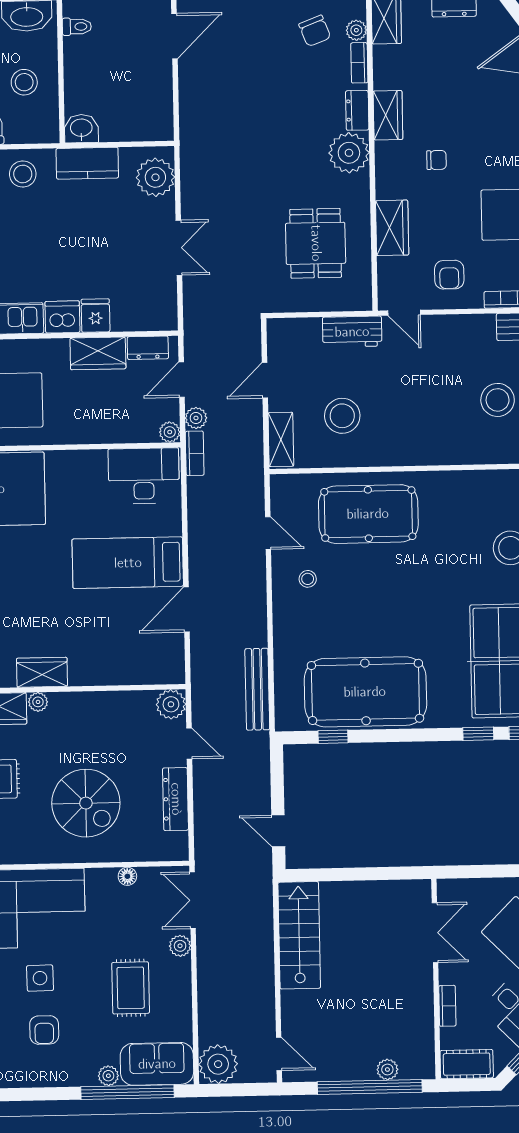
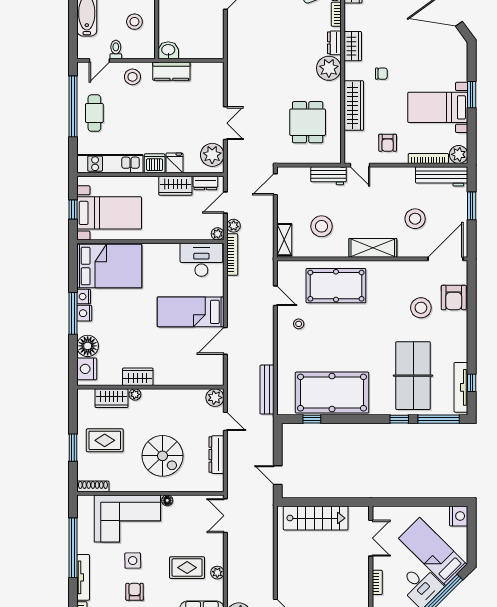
plant: (155, 177) -> (212, 155), moved
wardrobe: (392, 228) -> (354, 106), width x1.50
door: (265, 380) -> (275, 184), moved
shelving: (428, 450) -> (373, 248), added
bookcase: (195, 453) -> (232, 254), width x1.56
floor lamp: (127, 876) -> (167, 500), moved
stairs: (299, 935) -> (316, 518), moved, turned 90
plant: (180, 946) -> (217, 573), moved
rug: (131, 988) -> (187, 568), turned 90
armchair: (44, 1030) -> (135, 592), turned 180

